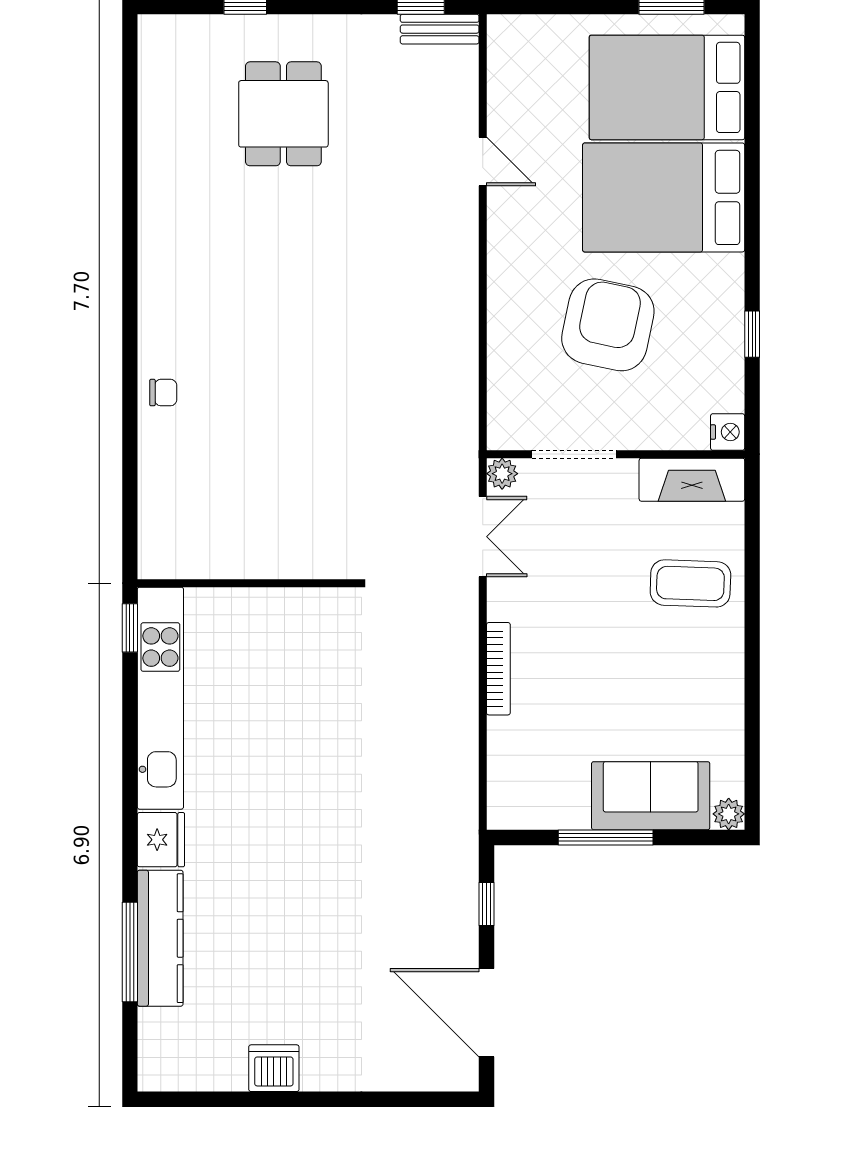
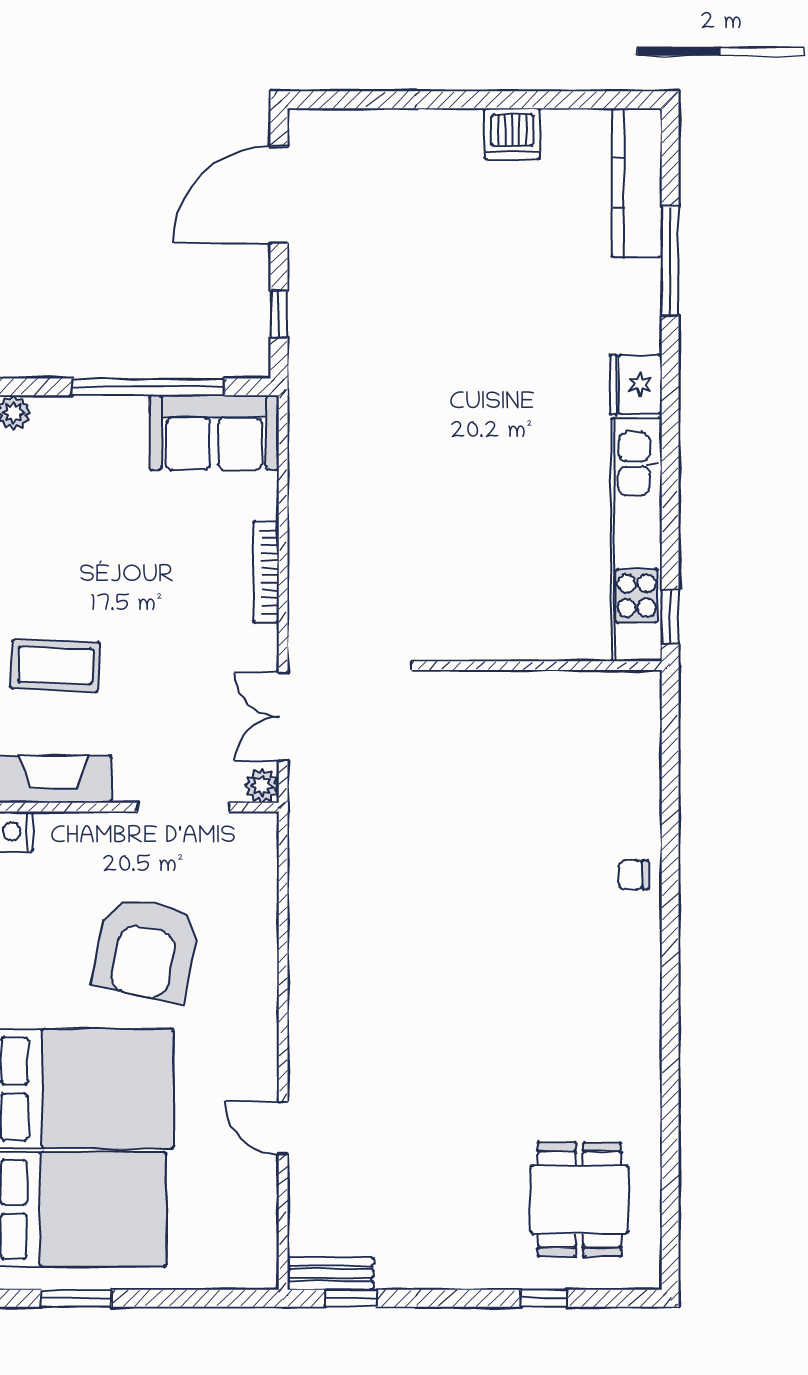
dining table: (283, 114) -> (579, 1199), moved
sofa: (651, 796) -> (214, 433), moved
window: (606, 837) -> (148, 387), width x1.46
kitchen counter: (160, 938) -> (637, 183), moved
door: (487, 1013) -> (279, 195), swing flipped

